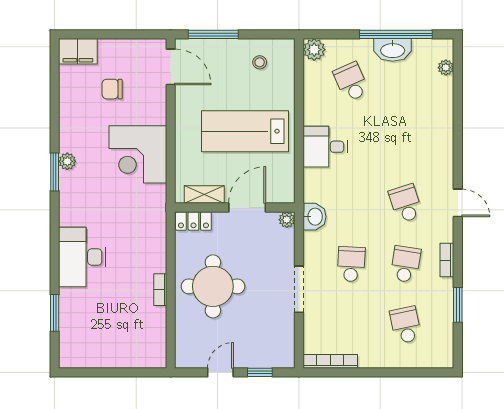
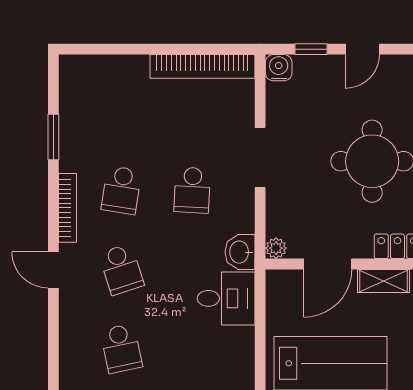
desk: (325, 147) -> (226, 298), moved
bookcase: (447, 260) -> (68, 208), width x1.56
school desk: (406, 325) -> (121, 348), moved
water cooler: (285, 358) -> (279, 68), added
bookcase: (330, 361) -> (202, 66), width x1.48, depth x1.31

